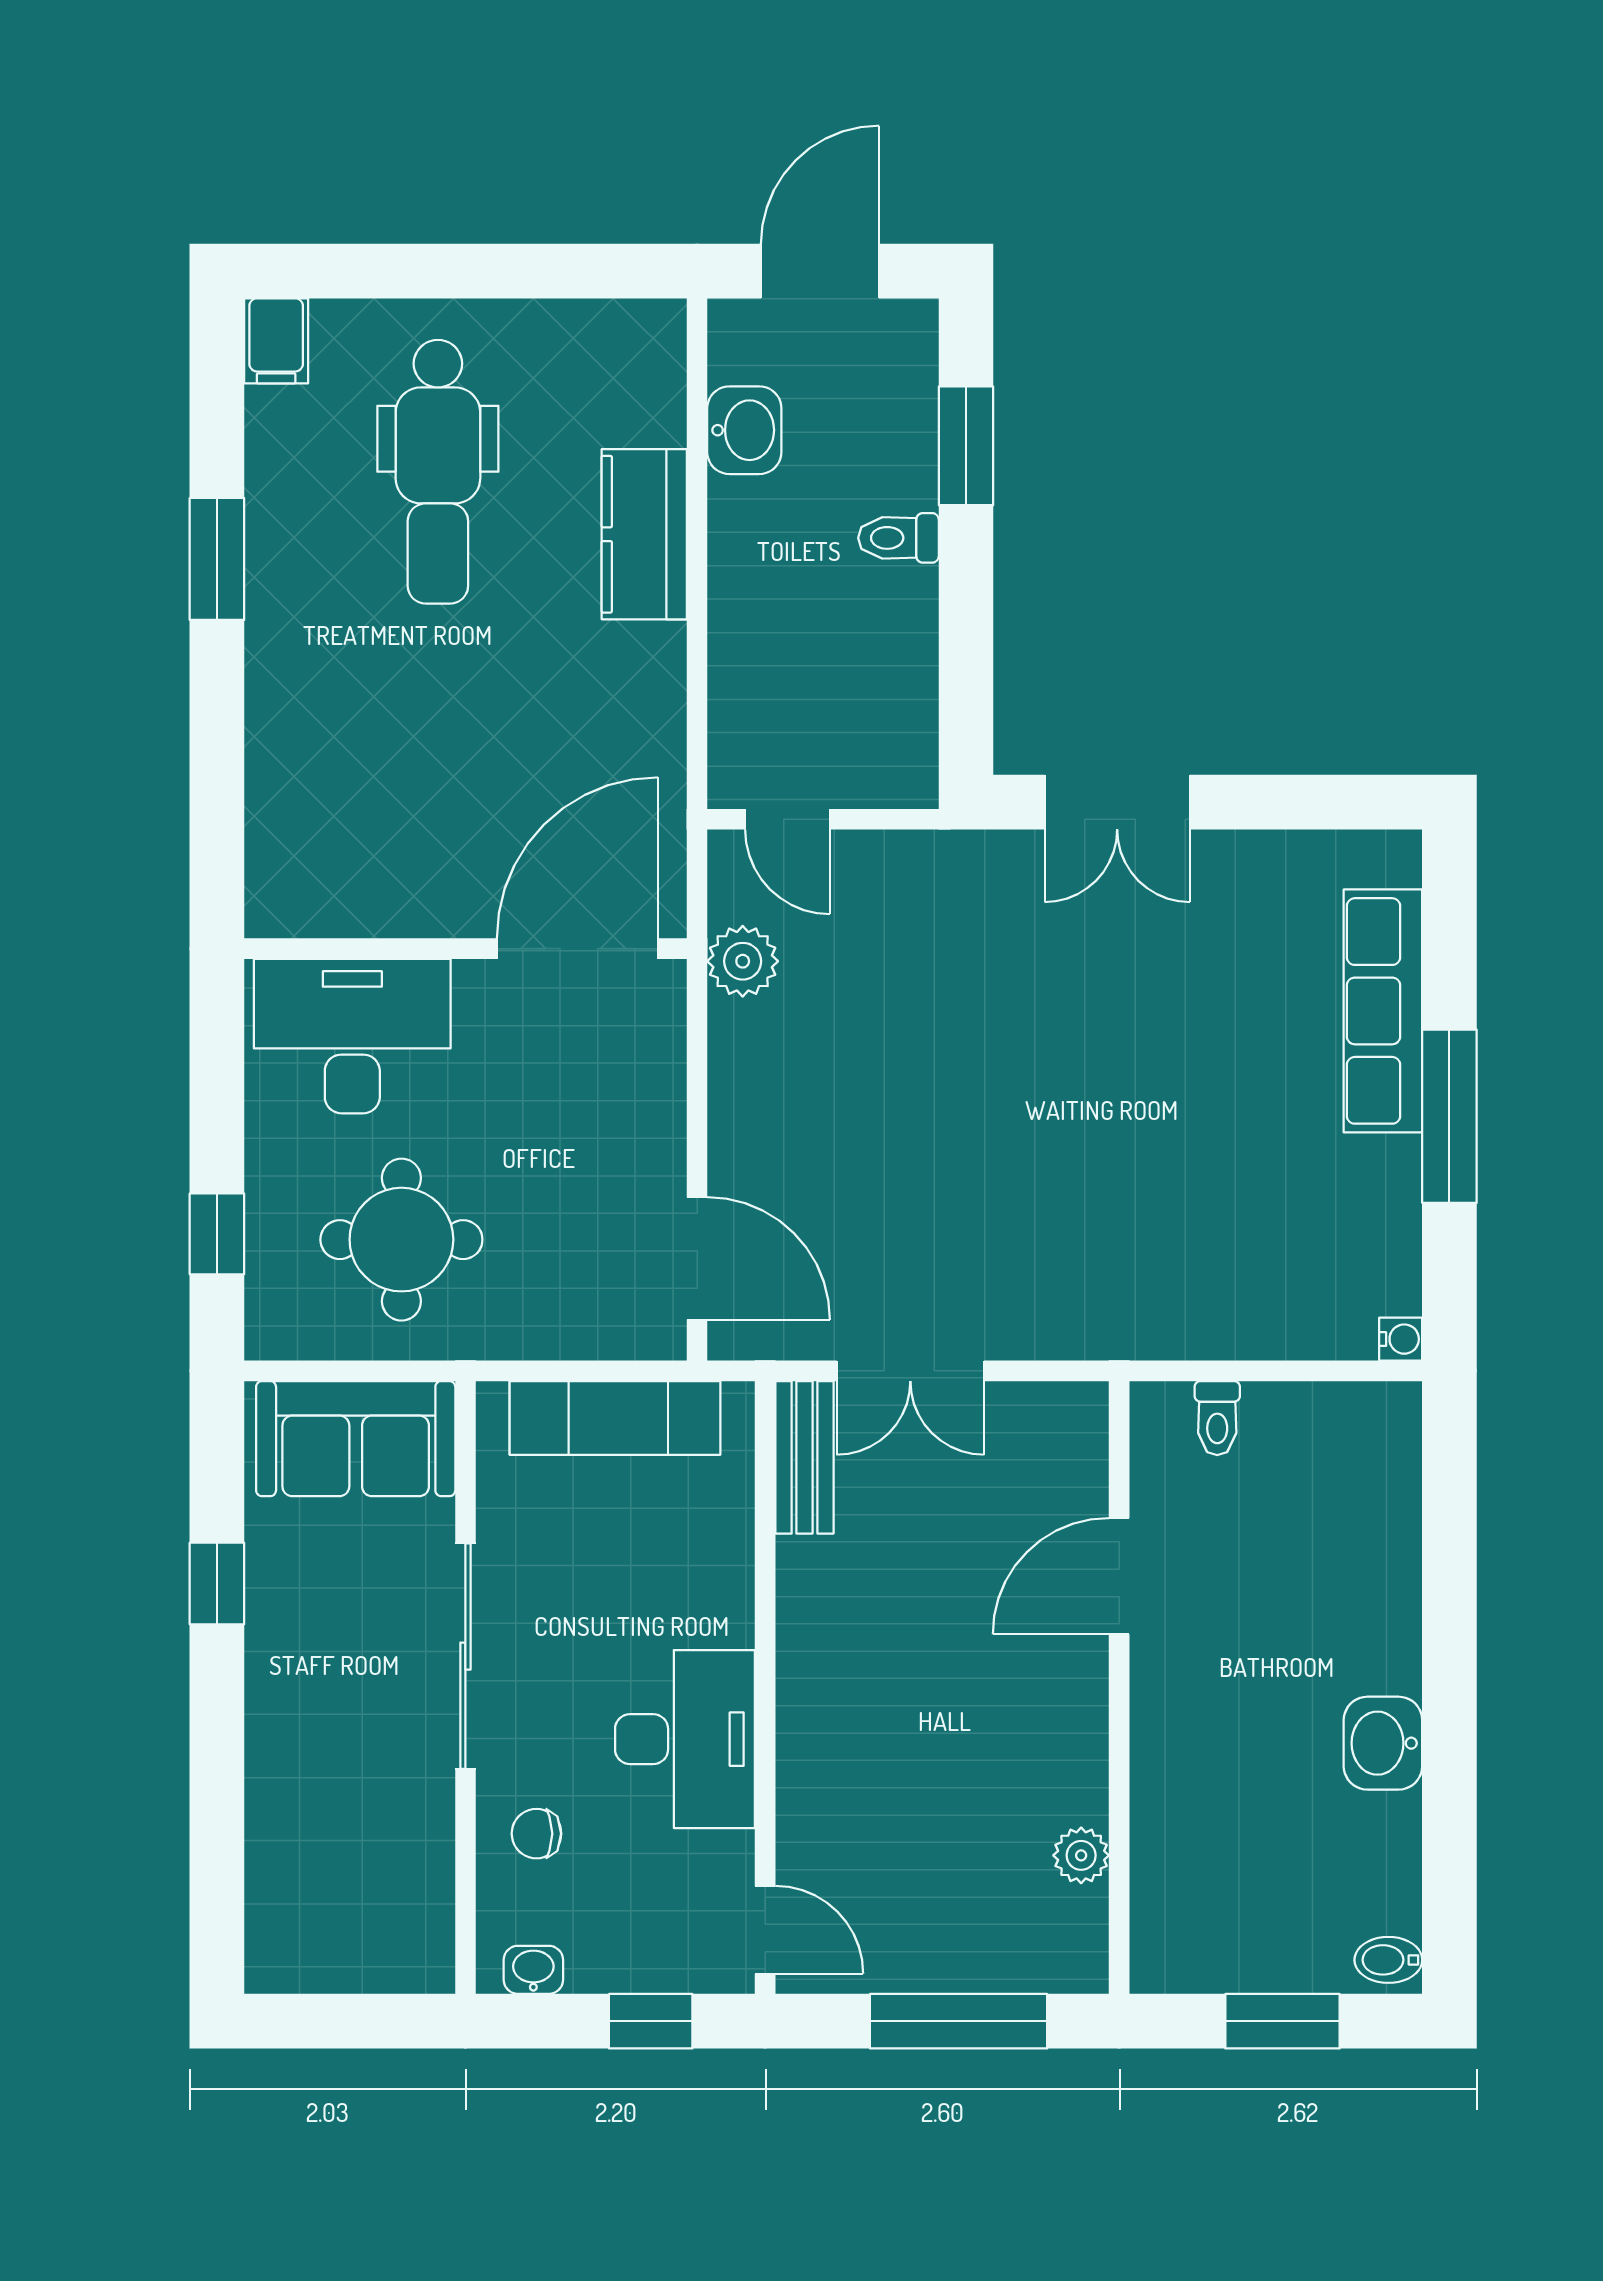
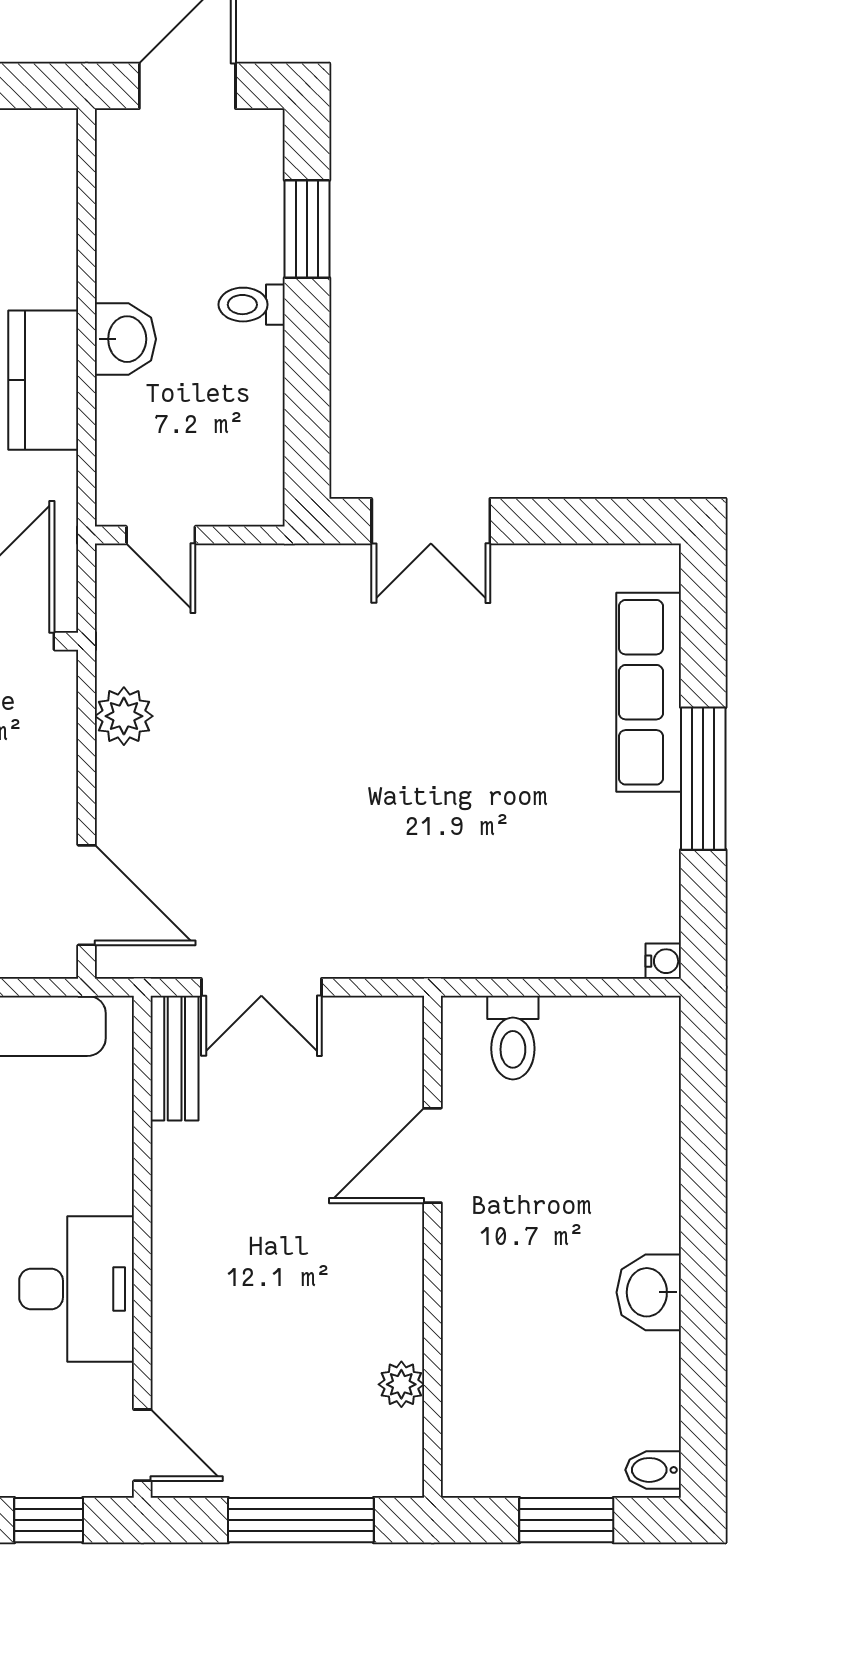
washbasin: (744, 430) -> (125, 339), moved
kitchen counter: (644, 534) -> (43, 380), moved
plant: (743, 961) -> (124, 716), moved
toilet: (1217, 1418) -> (513, 1038), width x1.37, depth x1.39

